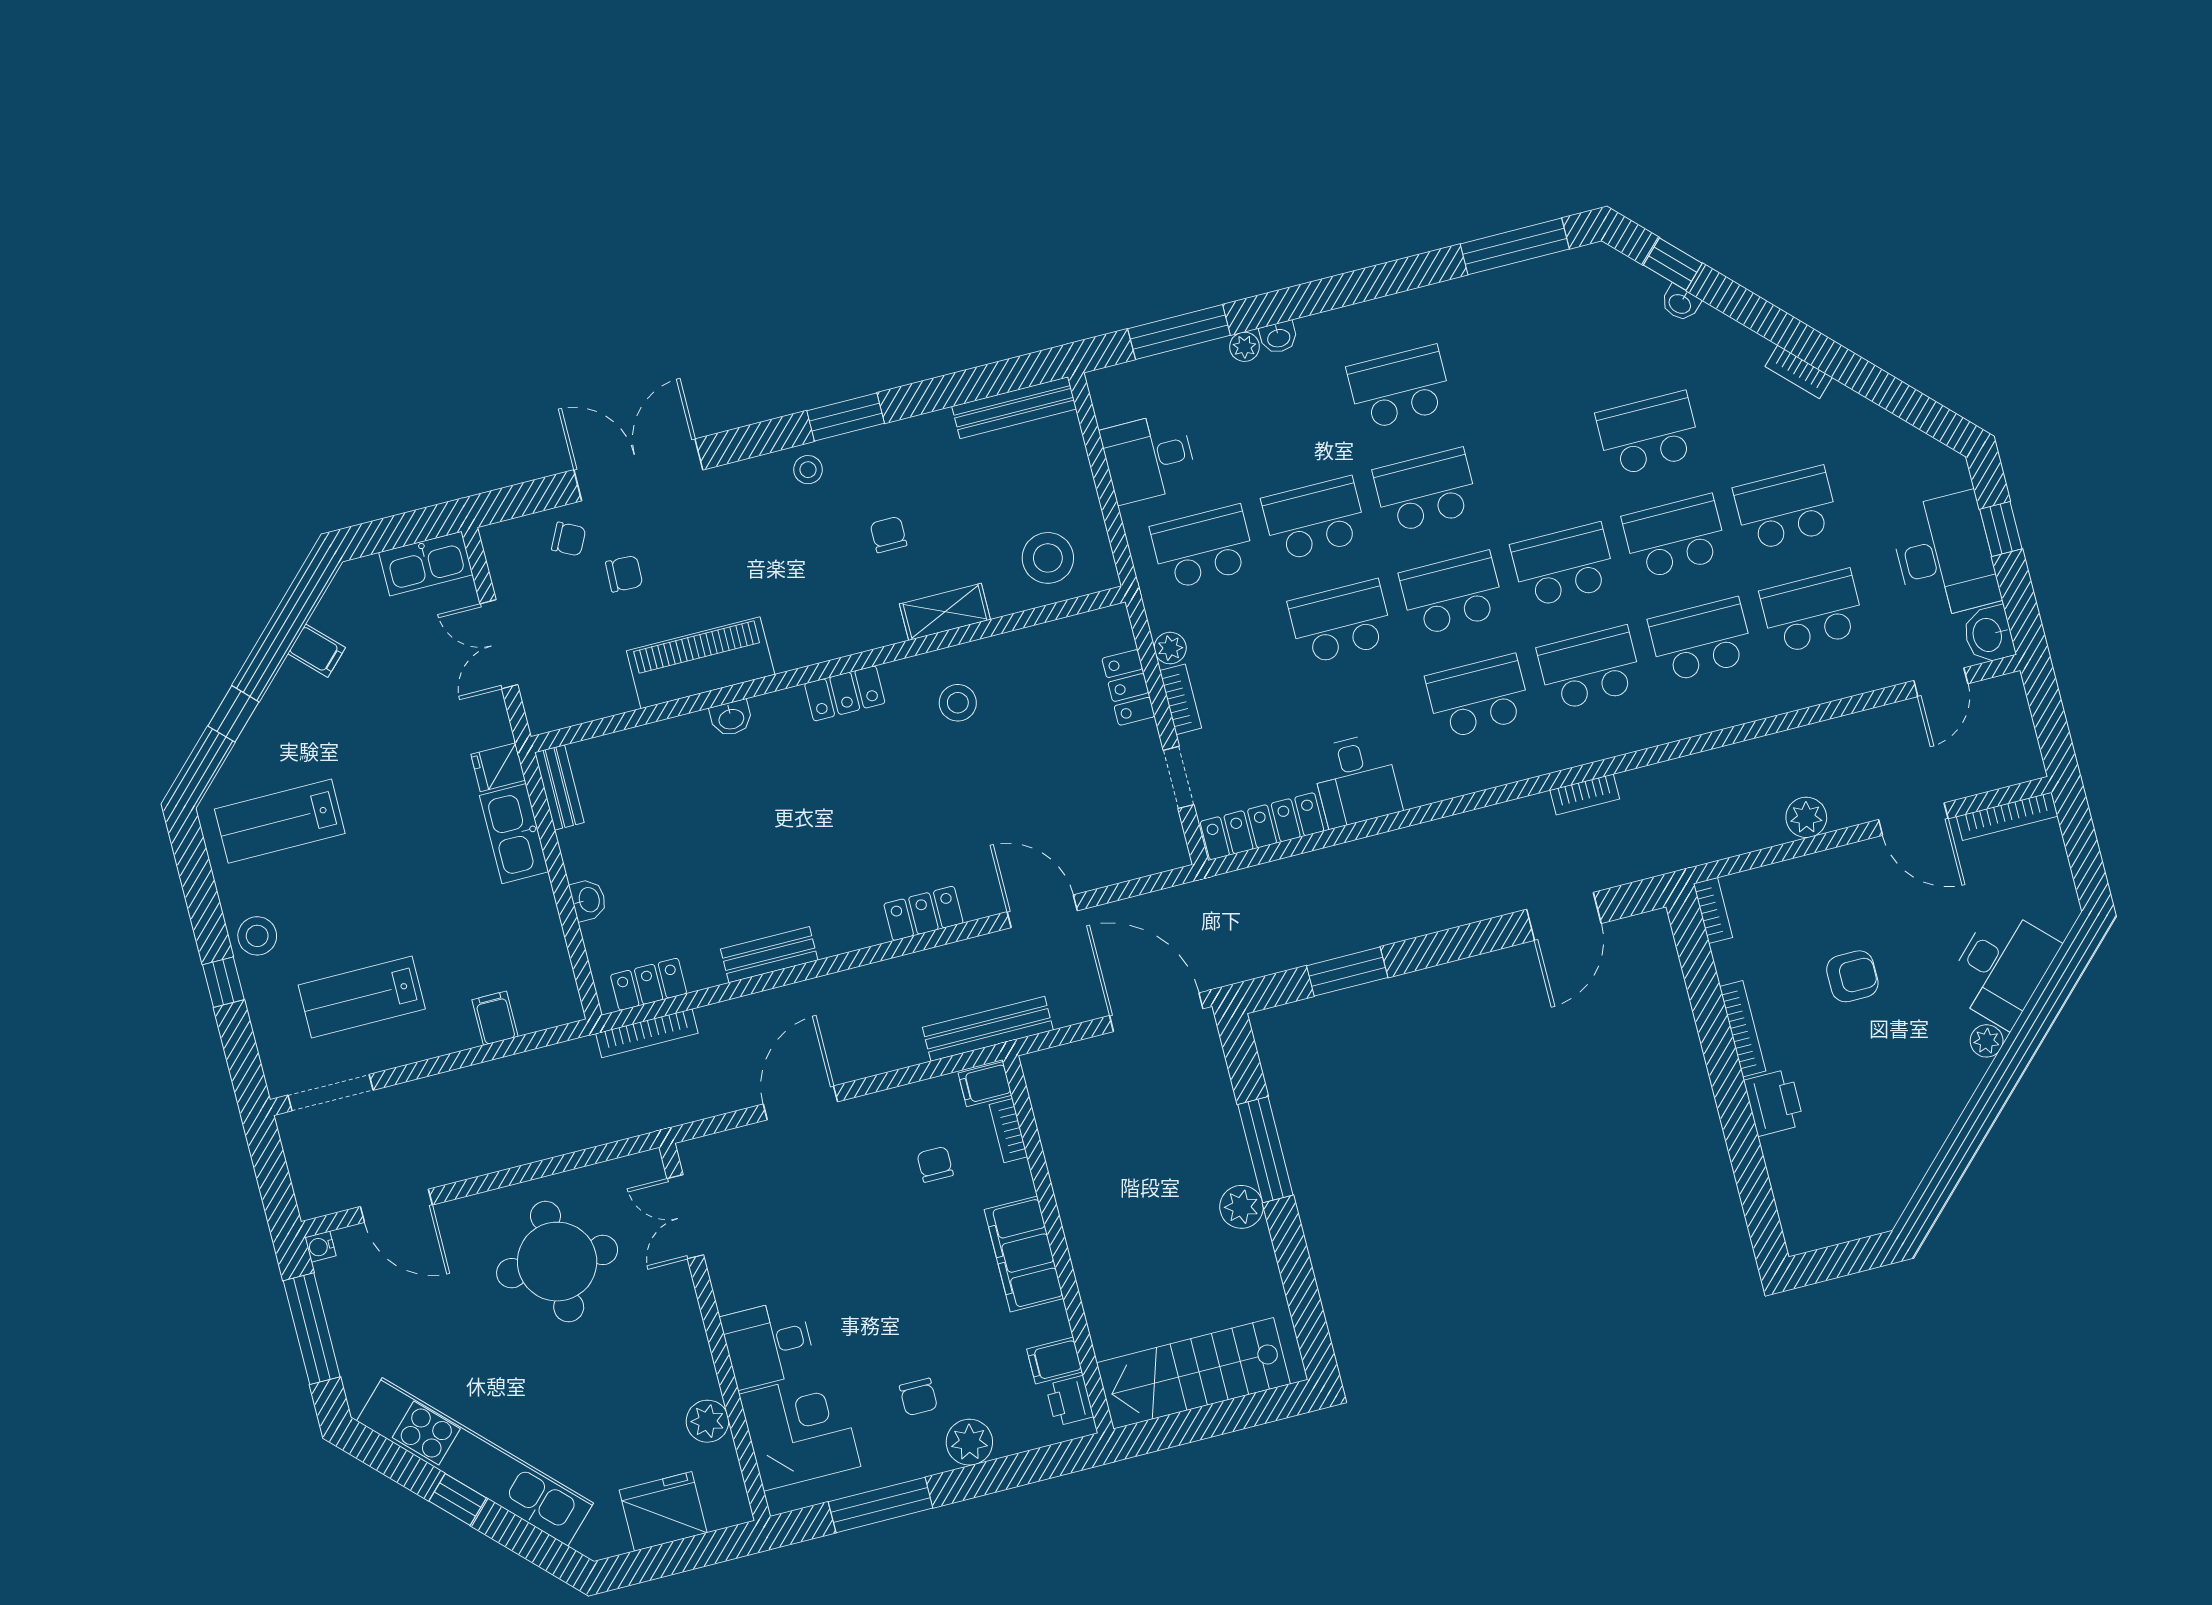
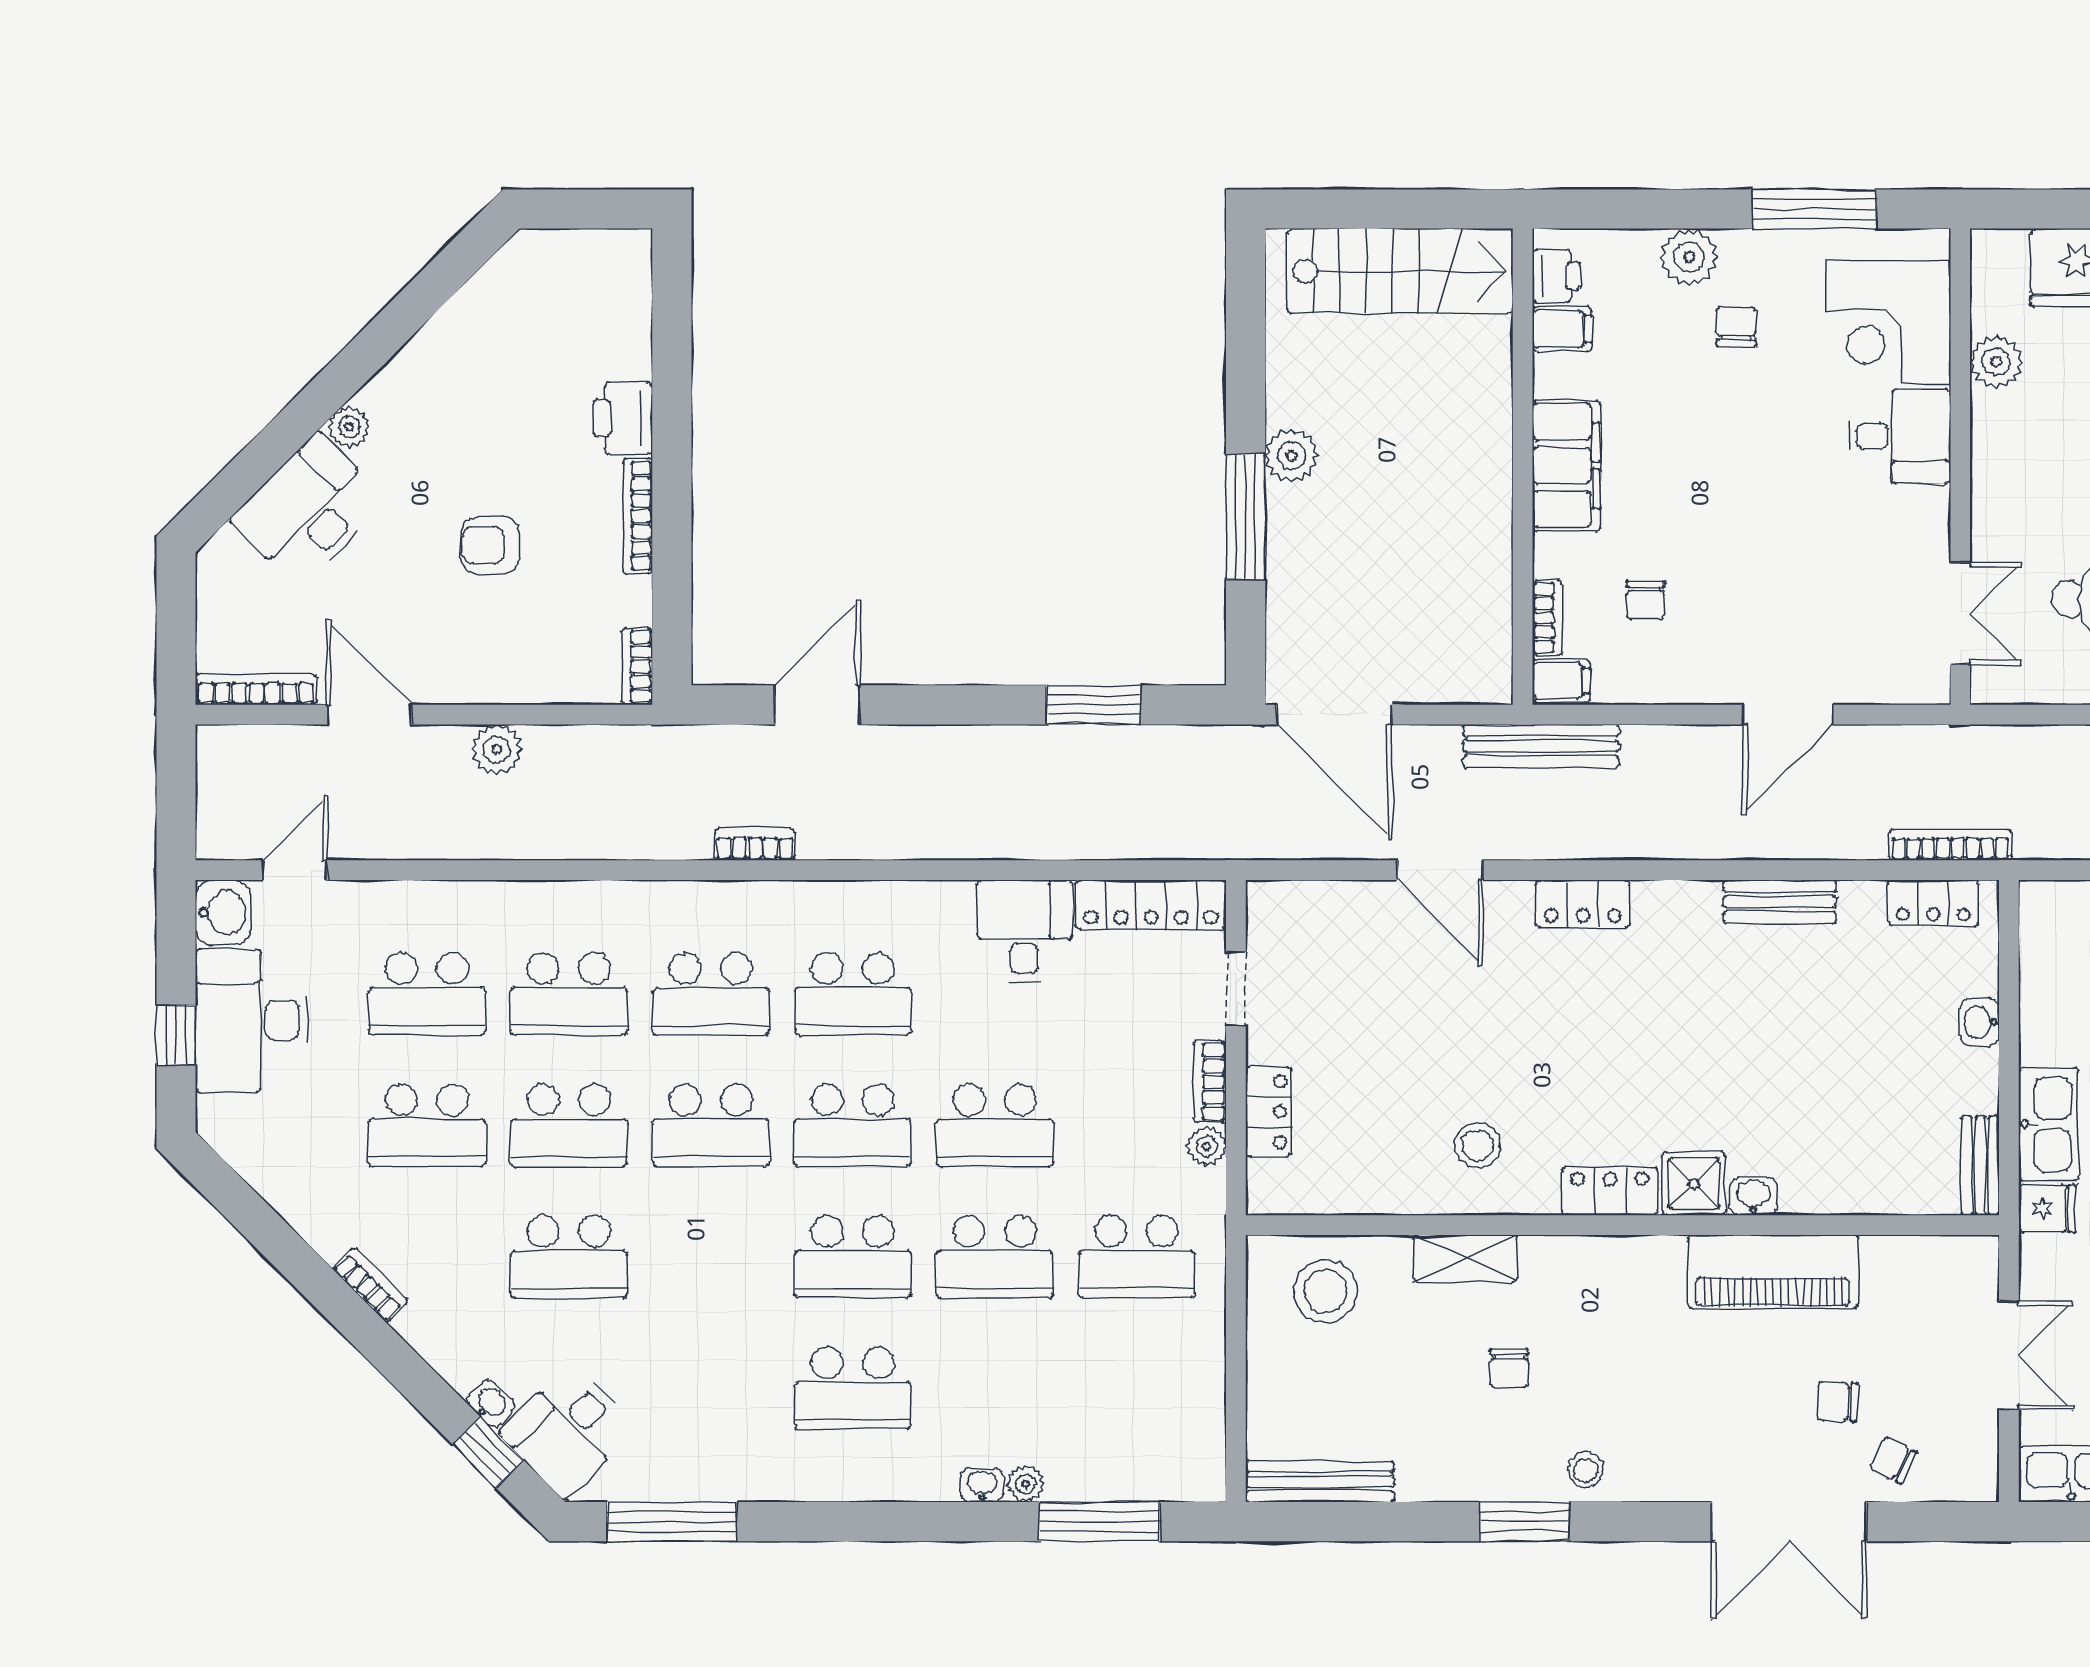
desk: (1149, 458) -> (568, 1431), moved, turned 135
shower: (781, 716) -> (1694, 1184), added

